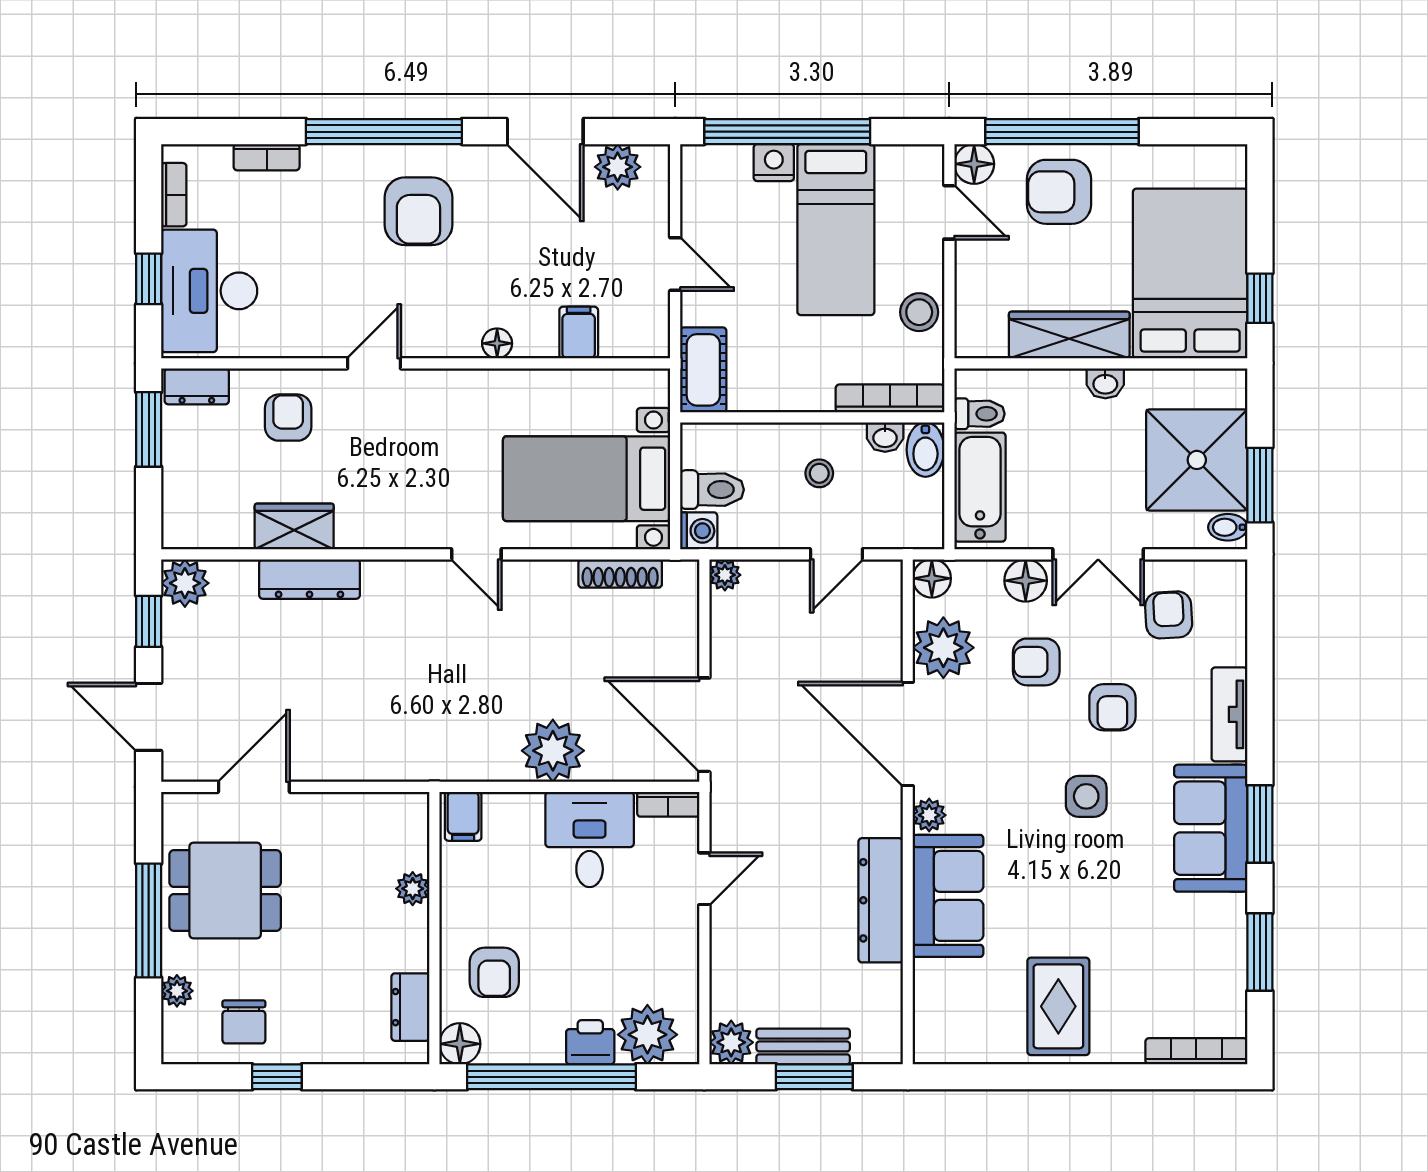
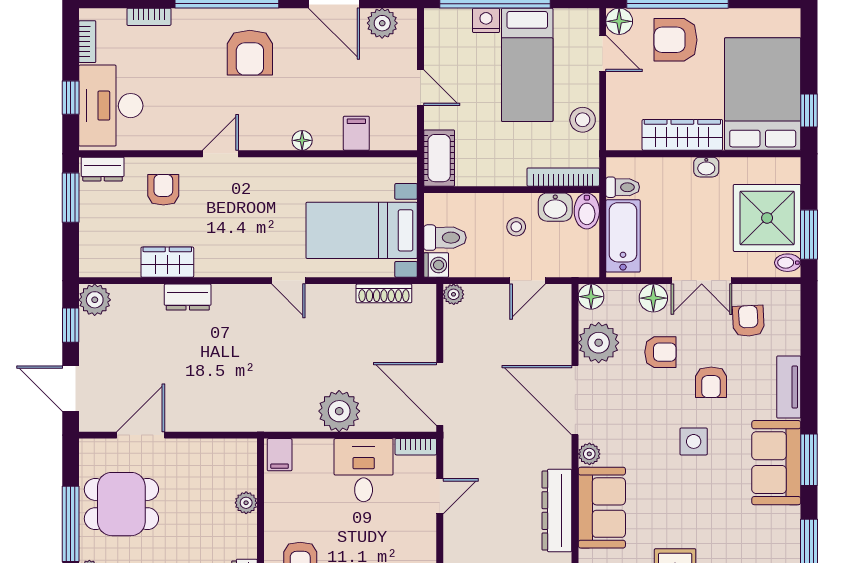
washbasin: (885, 437) -> (555, 207), width x1.38, depth x1.45
dresser: (310, 579) -> (188, 297), width x0.70
armchair: (1036, 662) -> (660, 352), turned 180

